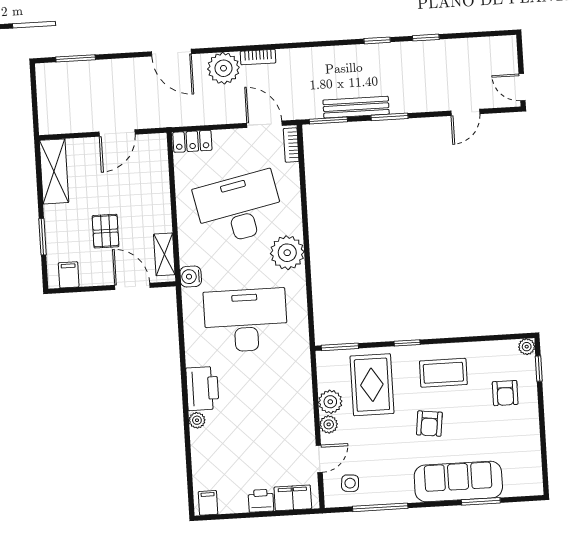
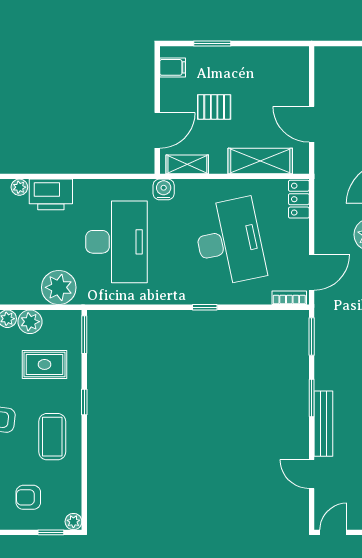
bench: (356, 107) -> (323, 424), moved
shelving: (54, 171) -> (260, 161), moved
window: (306, 229) -> (205, 307), added
plant: (287, 253) -> (59, 287), moved
rug: (372, 385) -> (45, 364), width x0.73, depth x0.70

